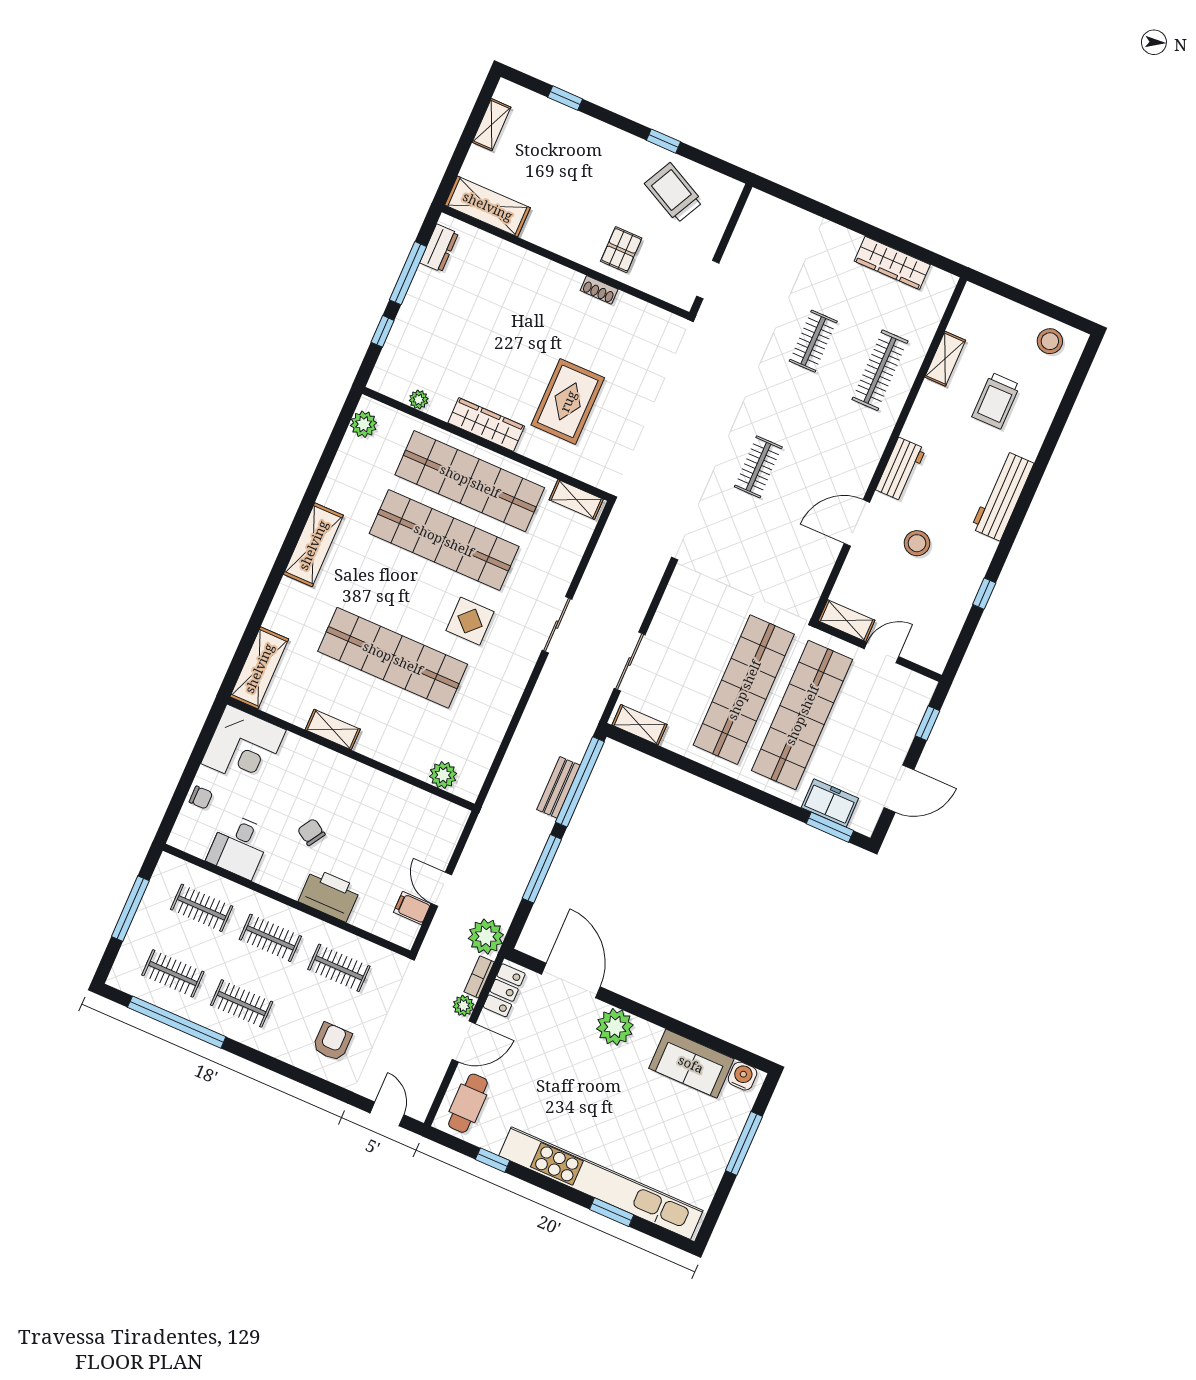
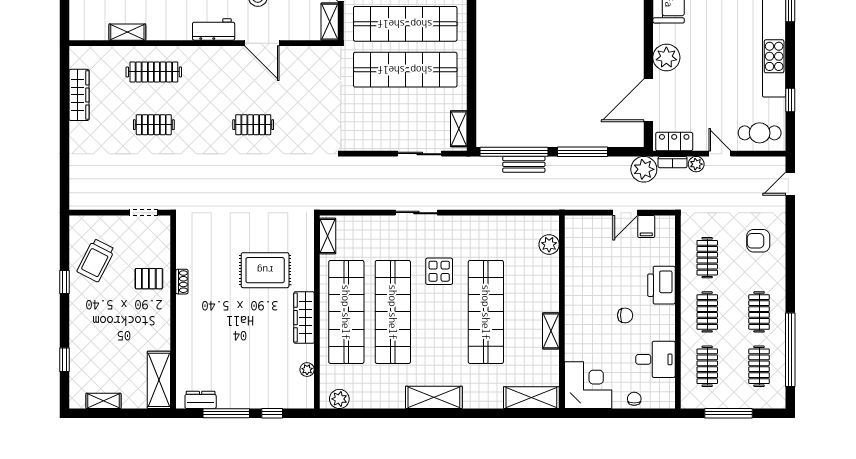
chair: (311, 832) -> (625, 315), turned -122
door: (464, 1041) -> (720, 154), width x0.73

